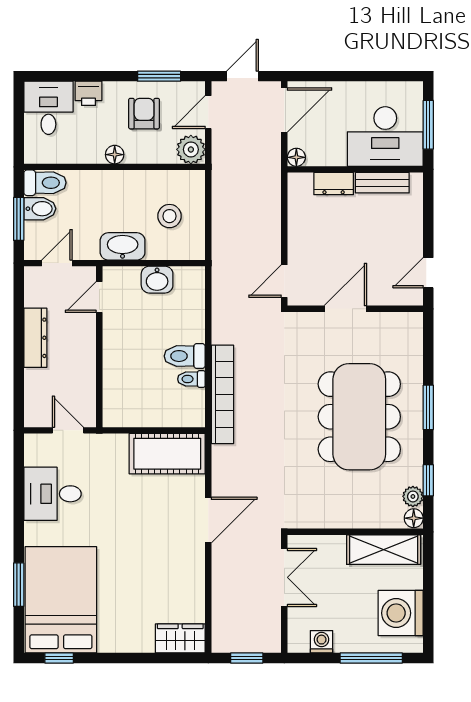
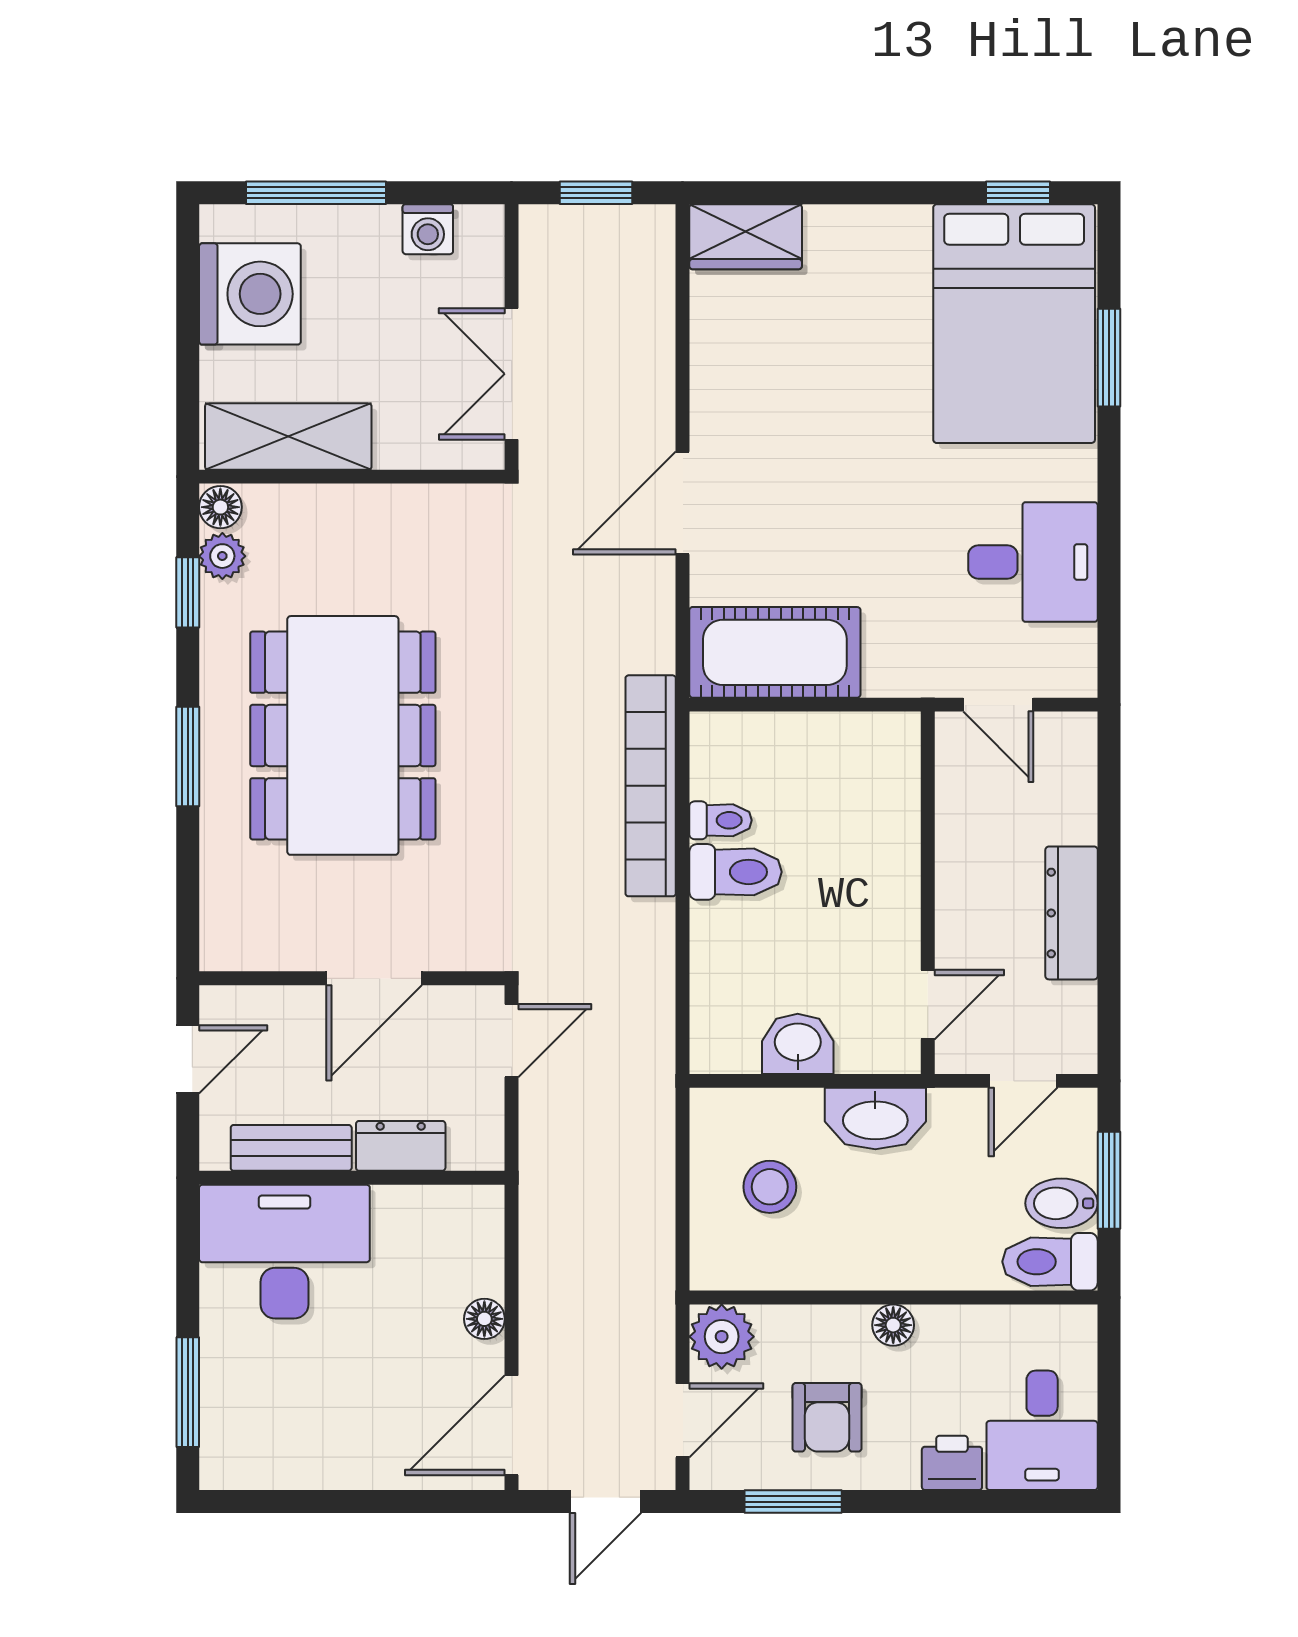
desk: (385, 137) -> (284, 1252), moved
wall: (355, 169) -> (352, 1178), moved
bench: (382, 183) -> (291, 1148), moved
dresser: (334, 184) -> (401, 1146), moved

